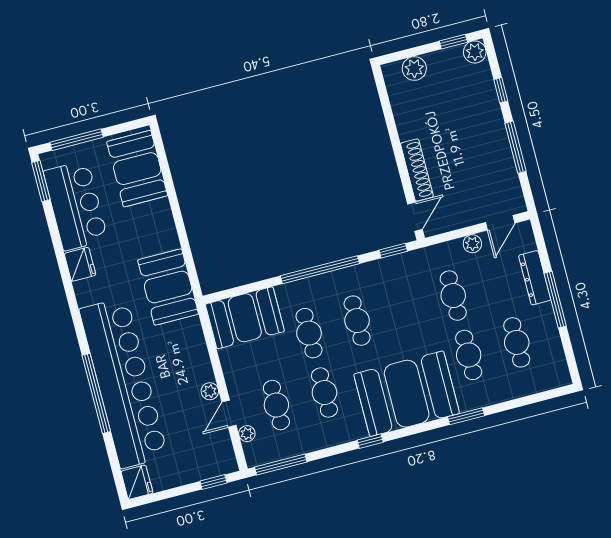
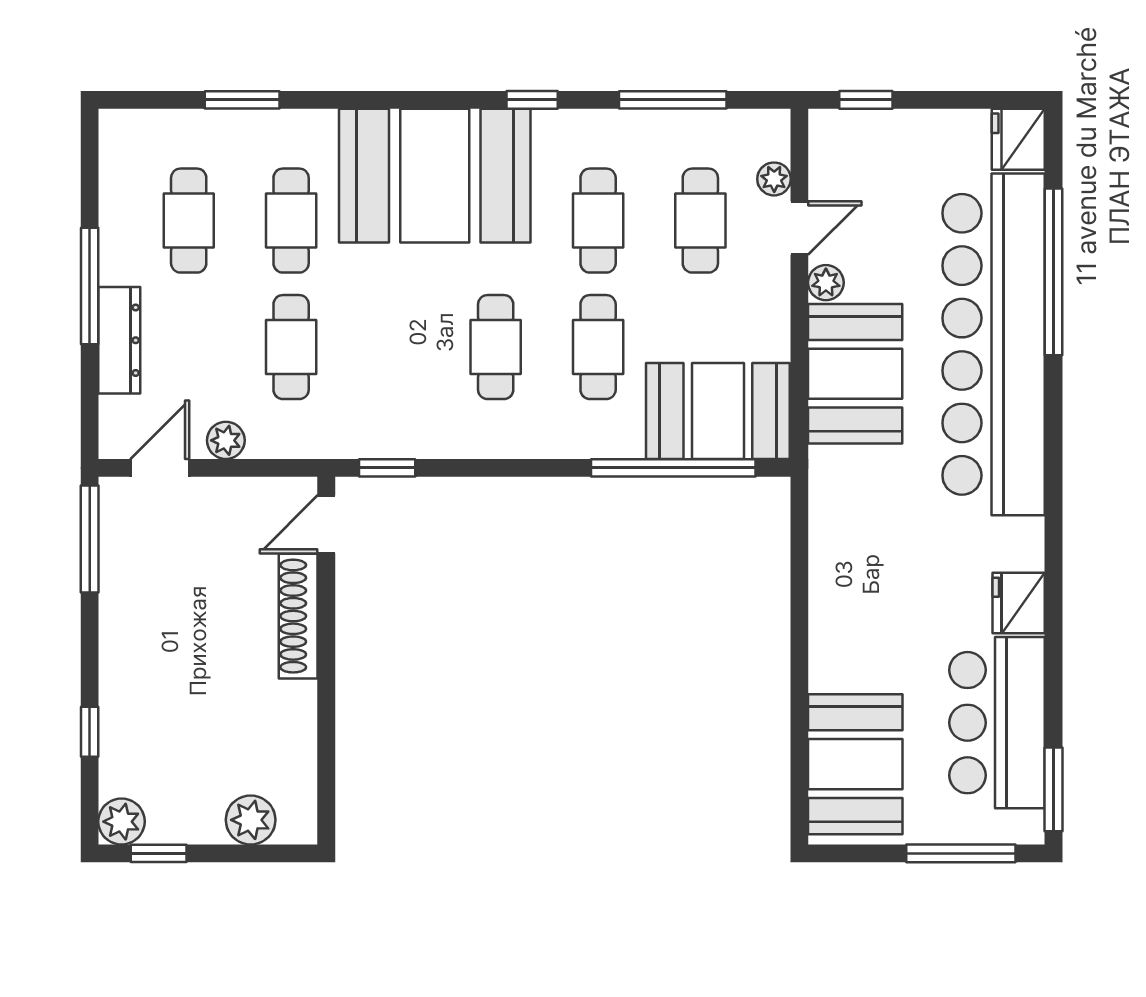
window: (516, 147) -> (90, 539), moved
window: (320, 270) -> (673, 468), moved
booth: (168, 287) -> (855, 374), moved
window: (96, 393) -> (1053, 272), moved
window: (466, 416) -> (242, 100), moved
window: (281, 464) -> (673, 100), moved

